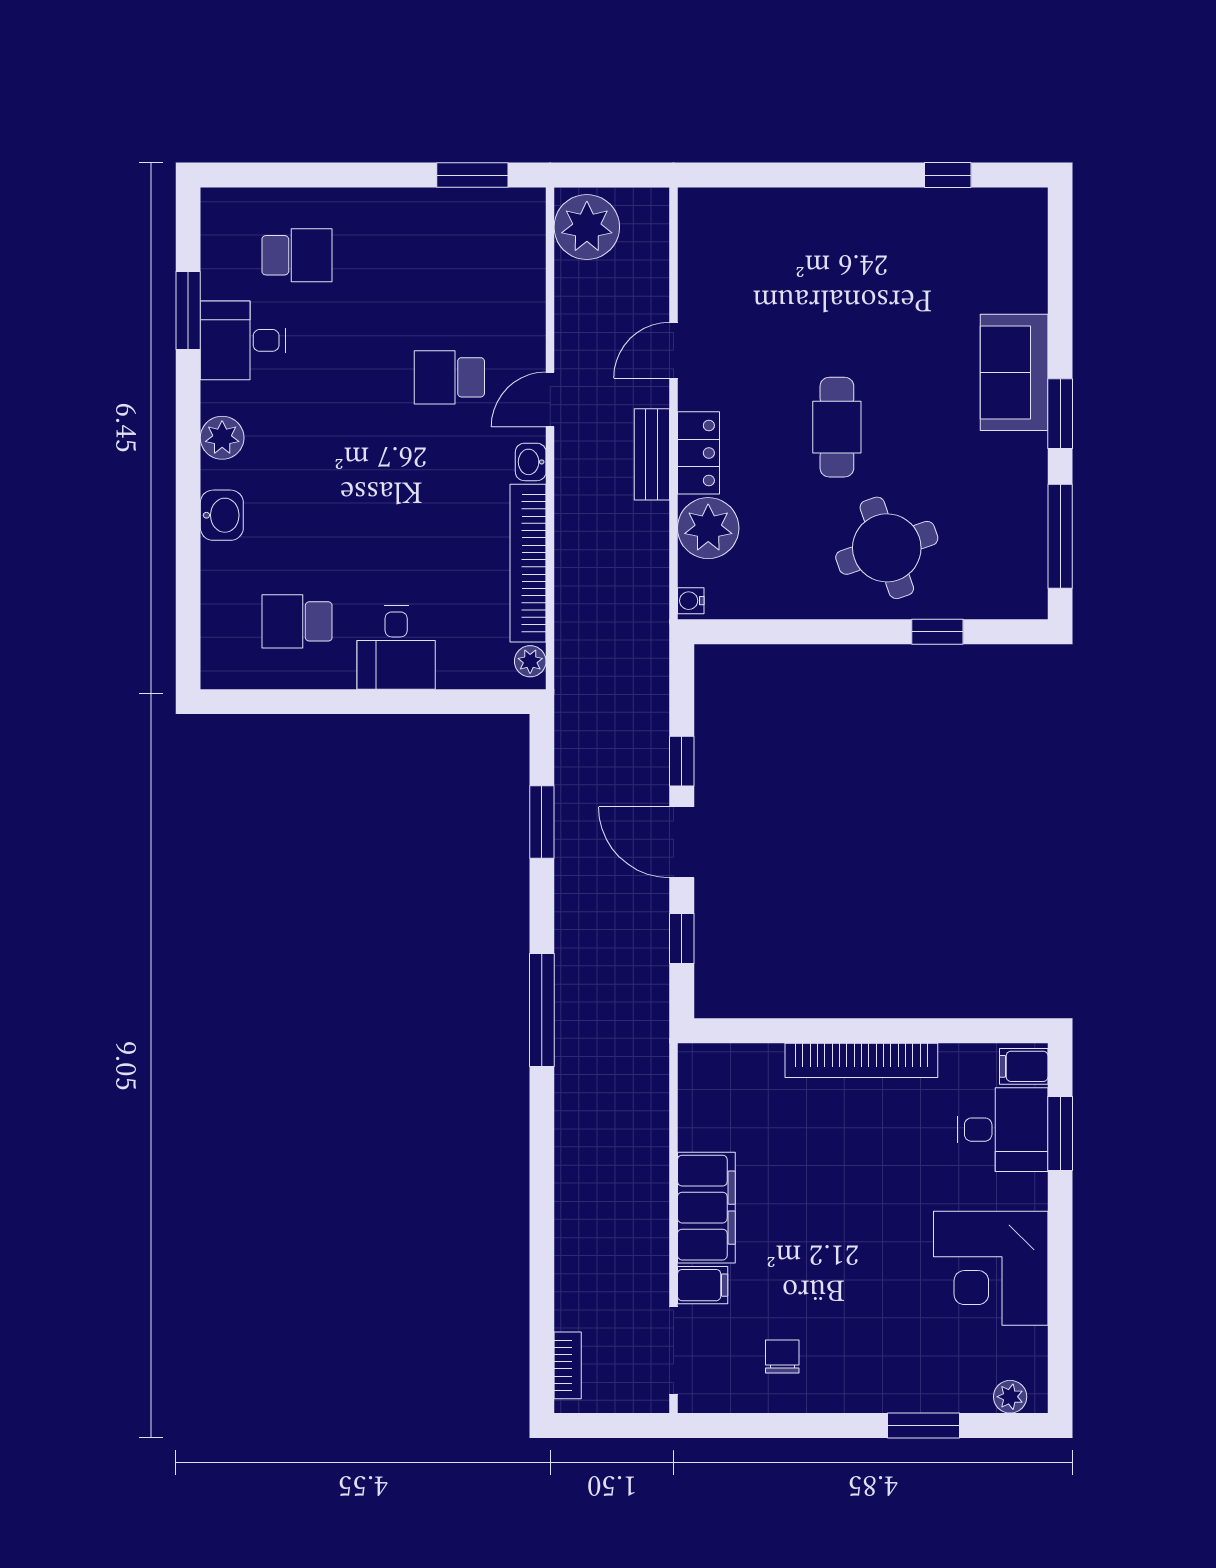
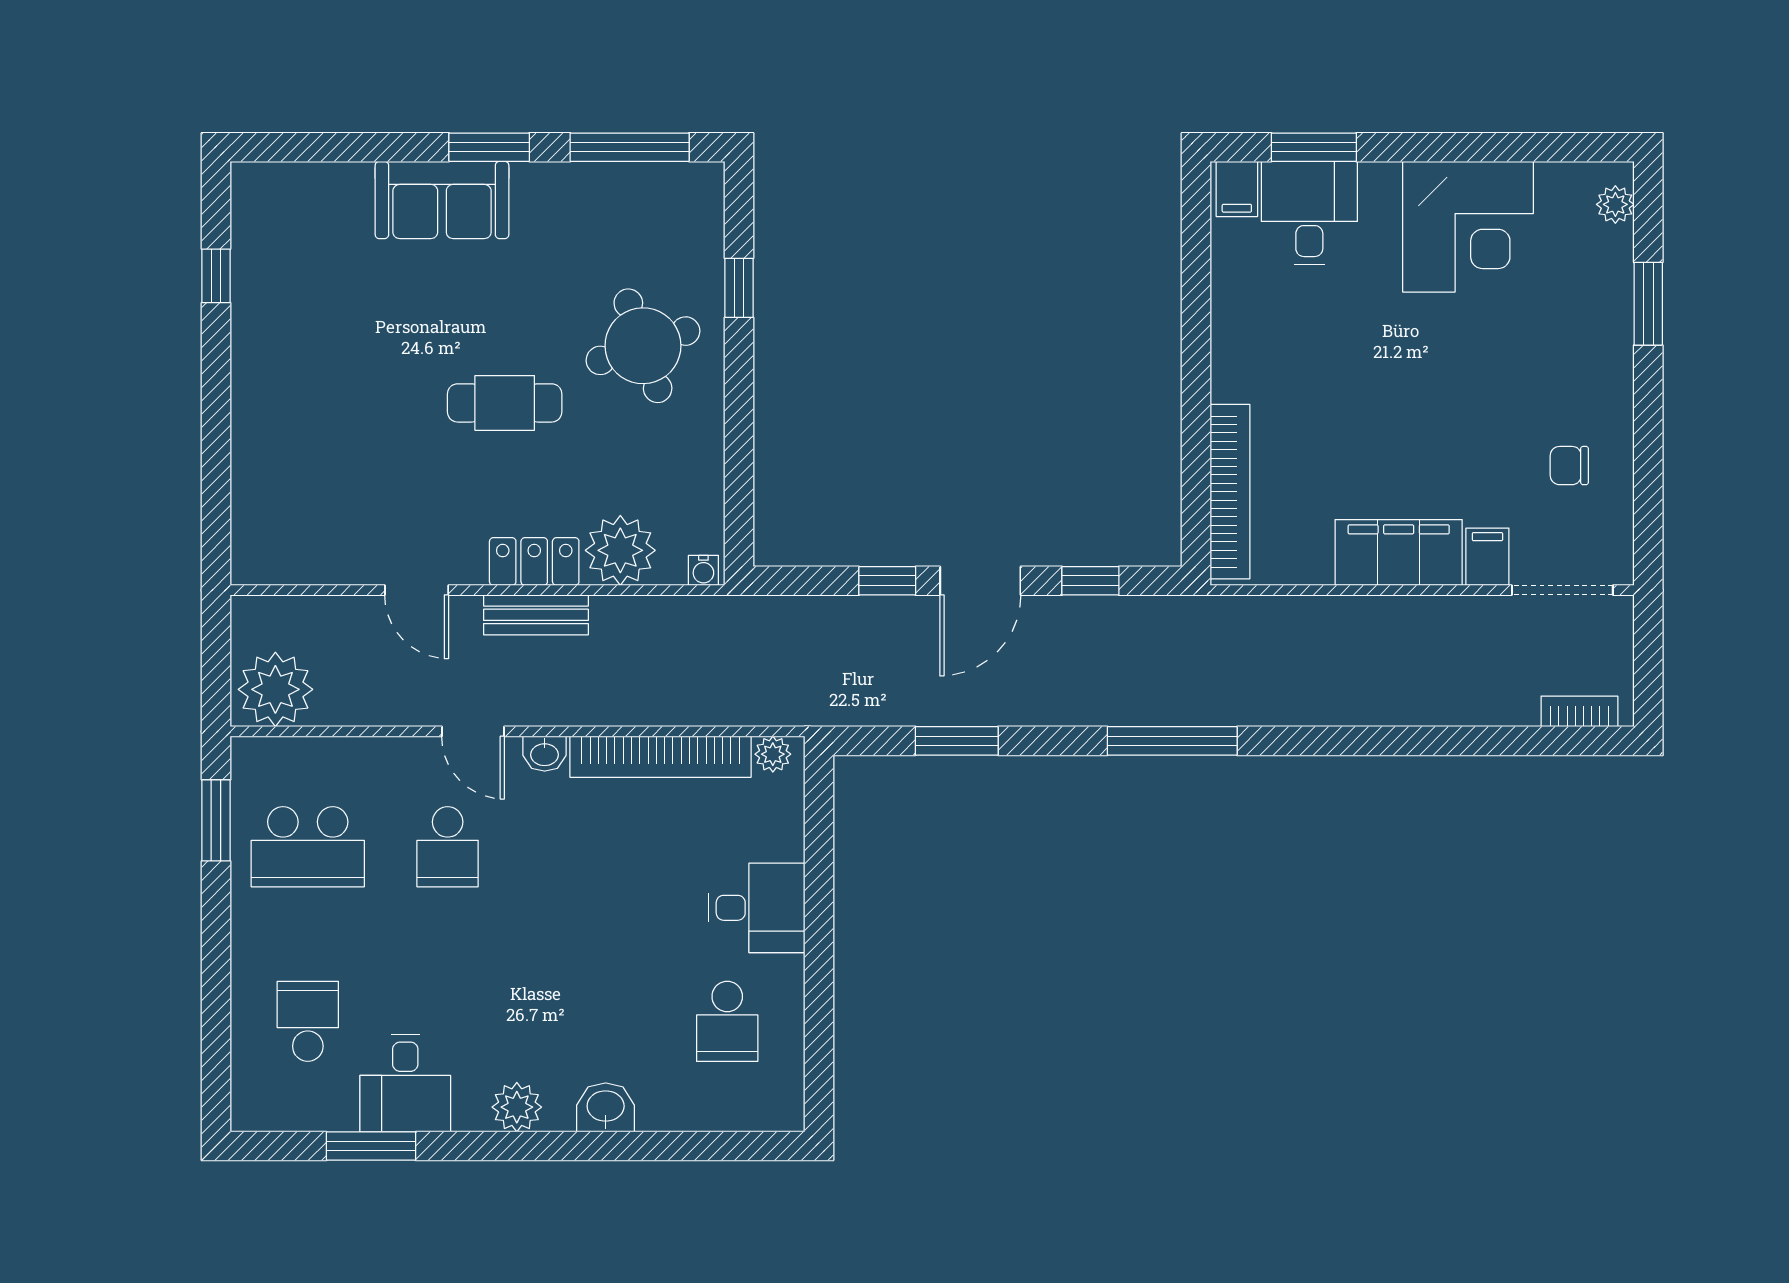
school desk: (449, 255) -> (308, 847), added
bookcase: (861, 1060) -> (1230, 492), moved

